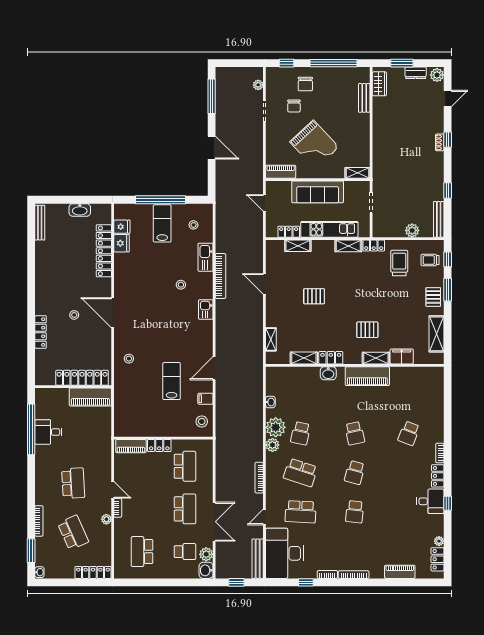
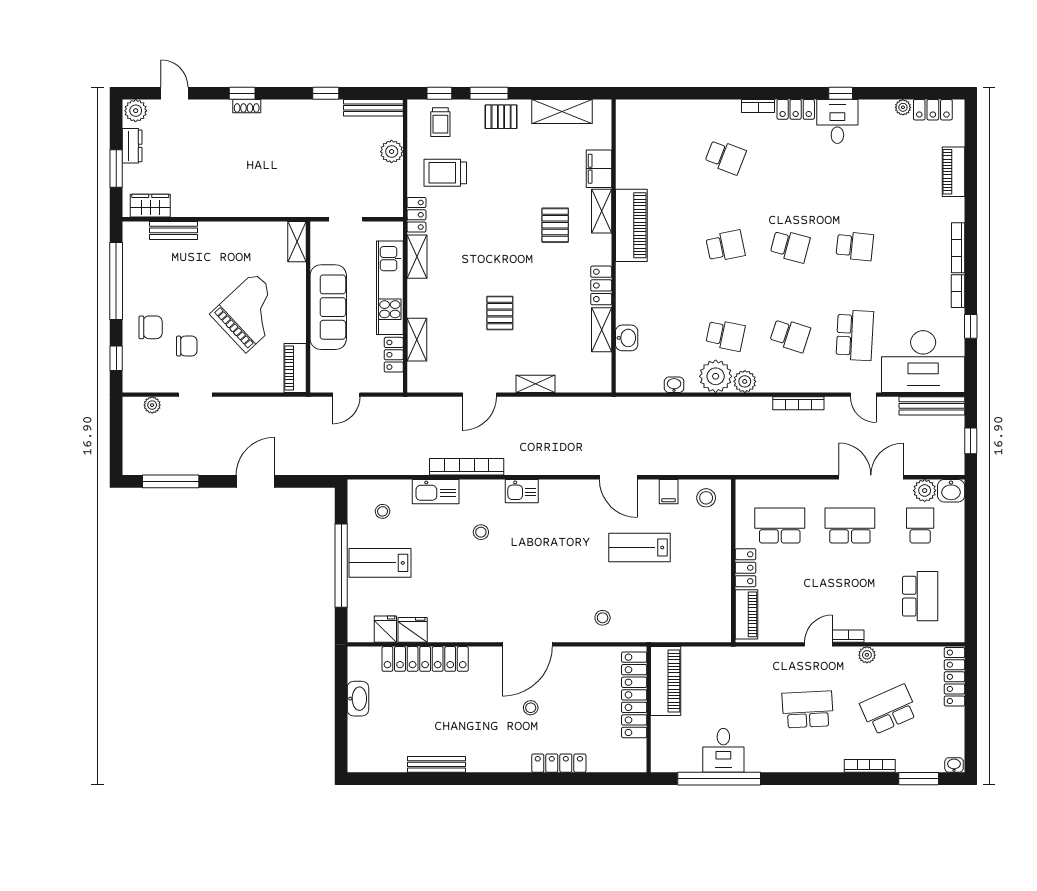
bench: (40, 223) -> (436, 764), moved
shelving: (271, 339) -> (535, 384), moved
washbasin: (328, 373) -> (627, 338), moved
school desk: (301, 473) -> (790, 335), width x0.54
school desk: (142, 552) -> (920, 596), turned -90

